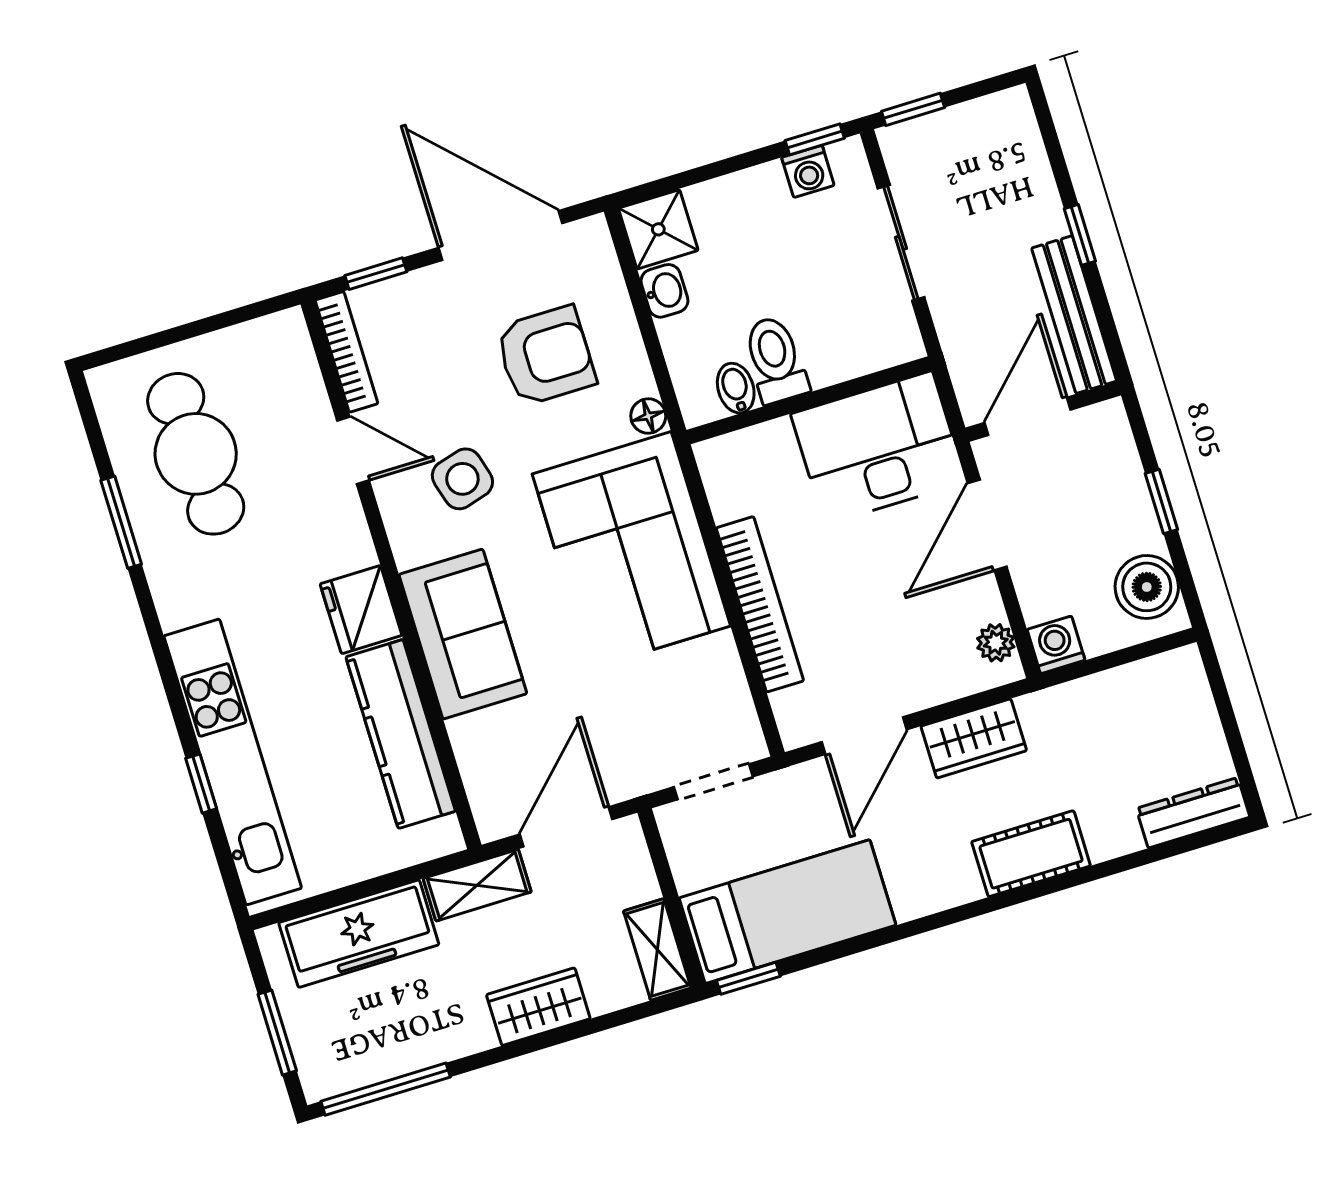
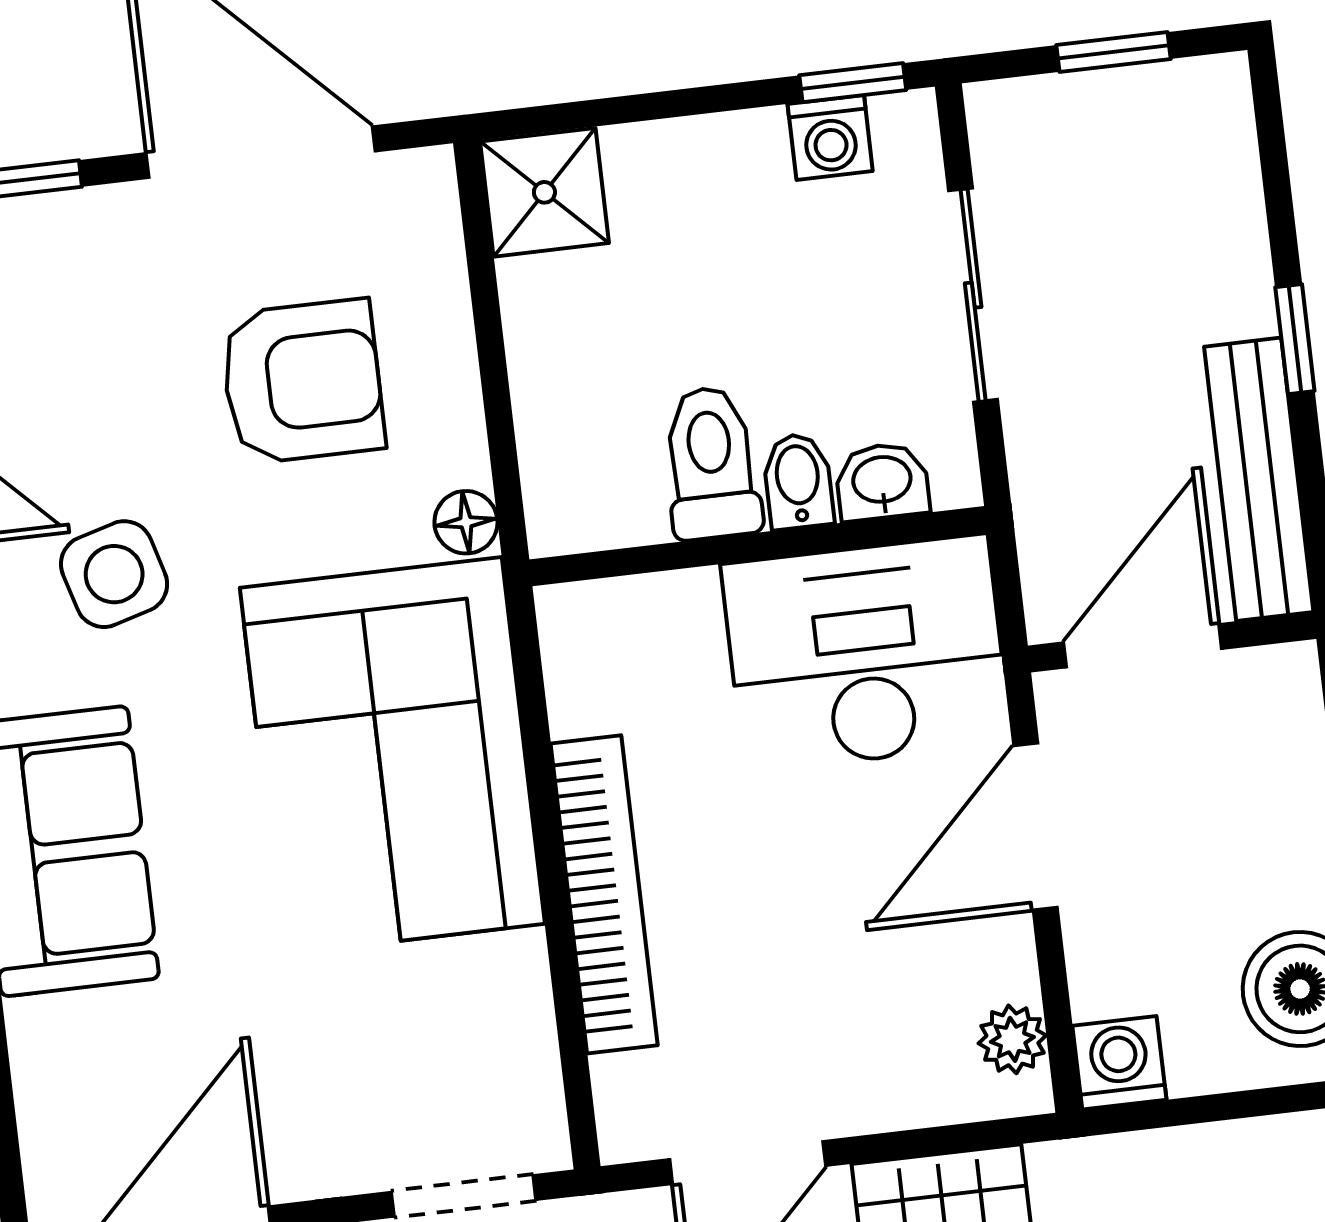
window: (913, 109) -> (1114, 52), moved
washbasin: (664, 291) -> (882, 482), moved, turned -90
bidet: (736, 388) -> (798, 481), moved

